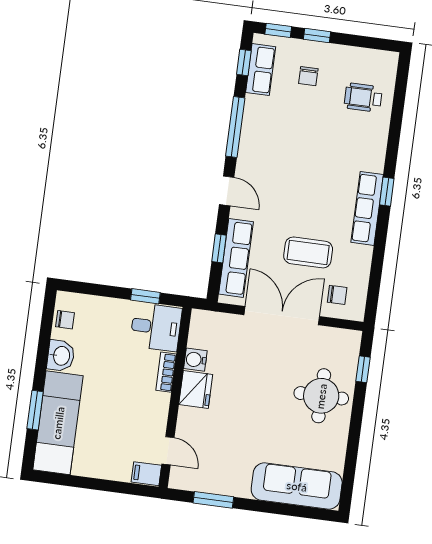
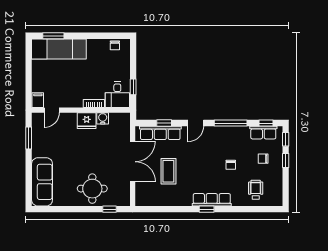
row of seats: (367, 208) -> (212, 200), moved
chair: (337, 295) -> (231, 165), moved
washbasin: (61, 356) -> (95, 46), removed
window: (35, 410) -> (53, 36), moved

